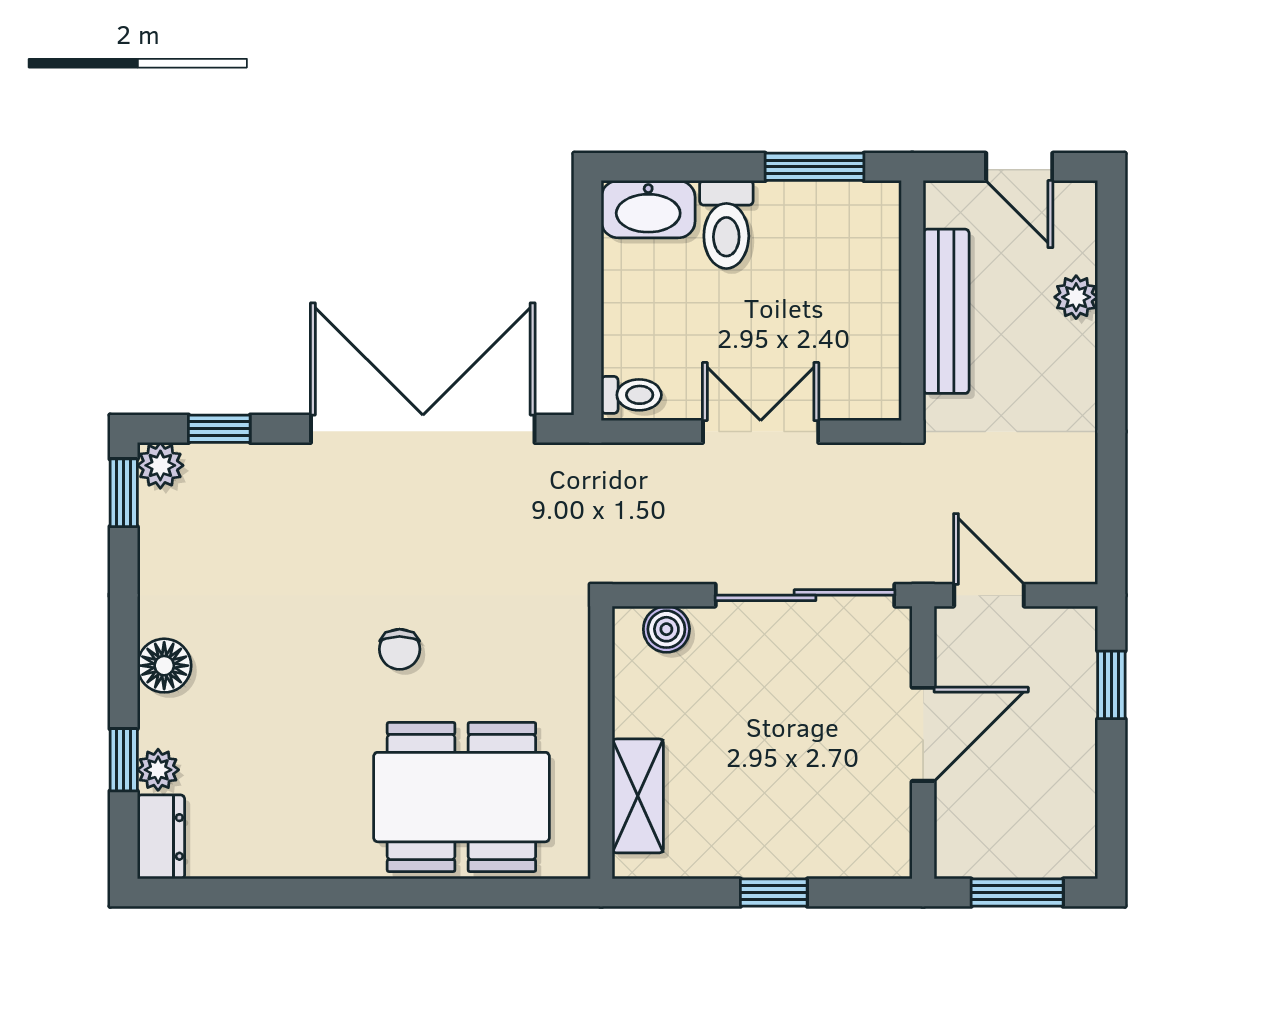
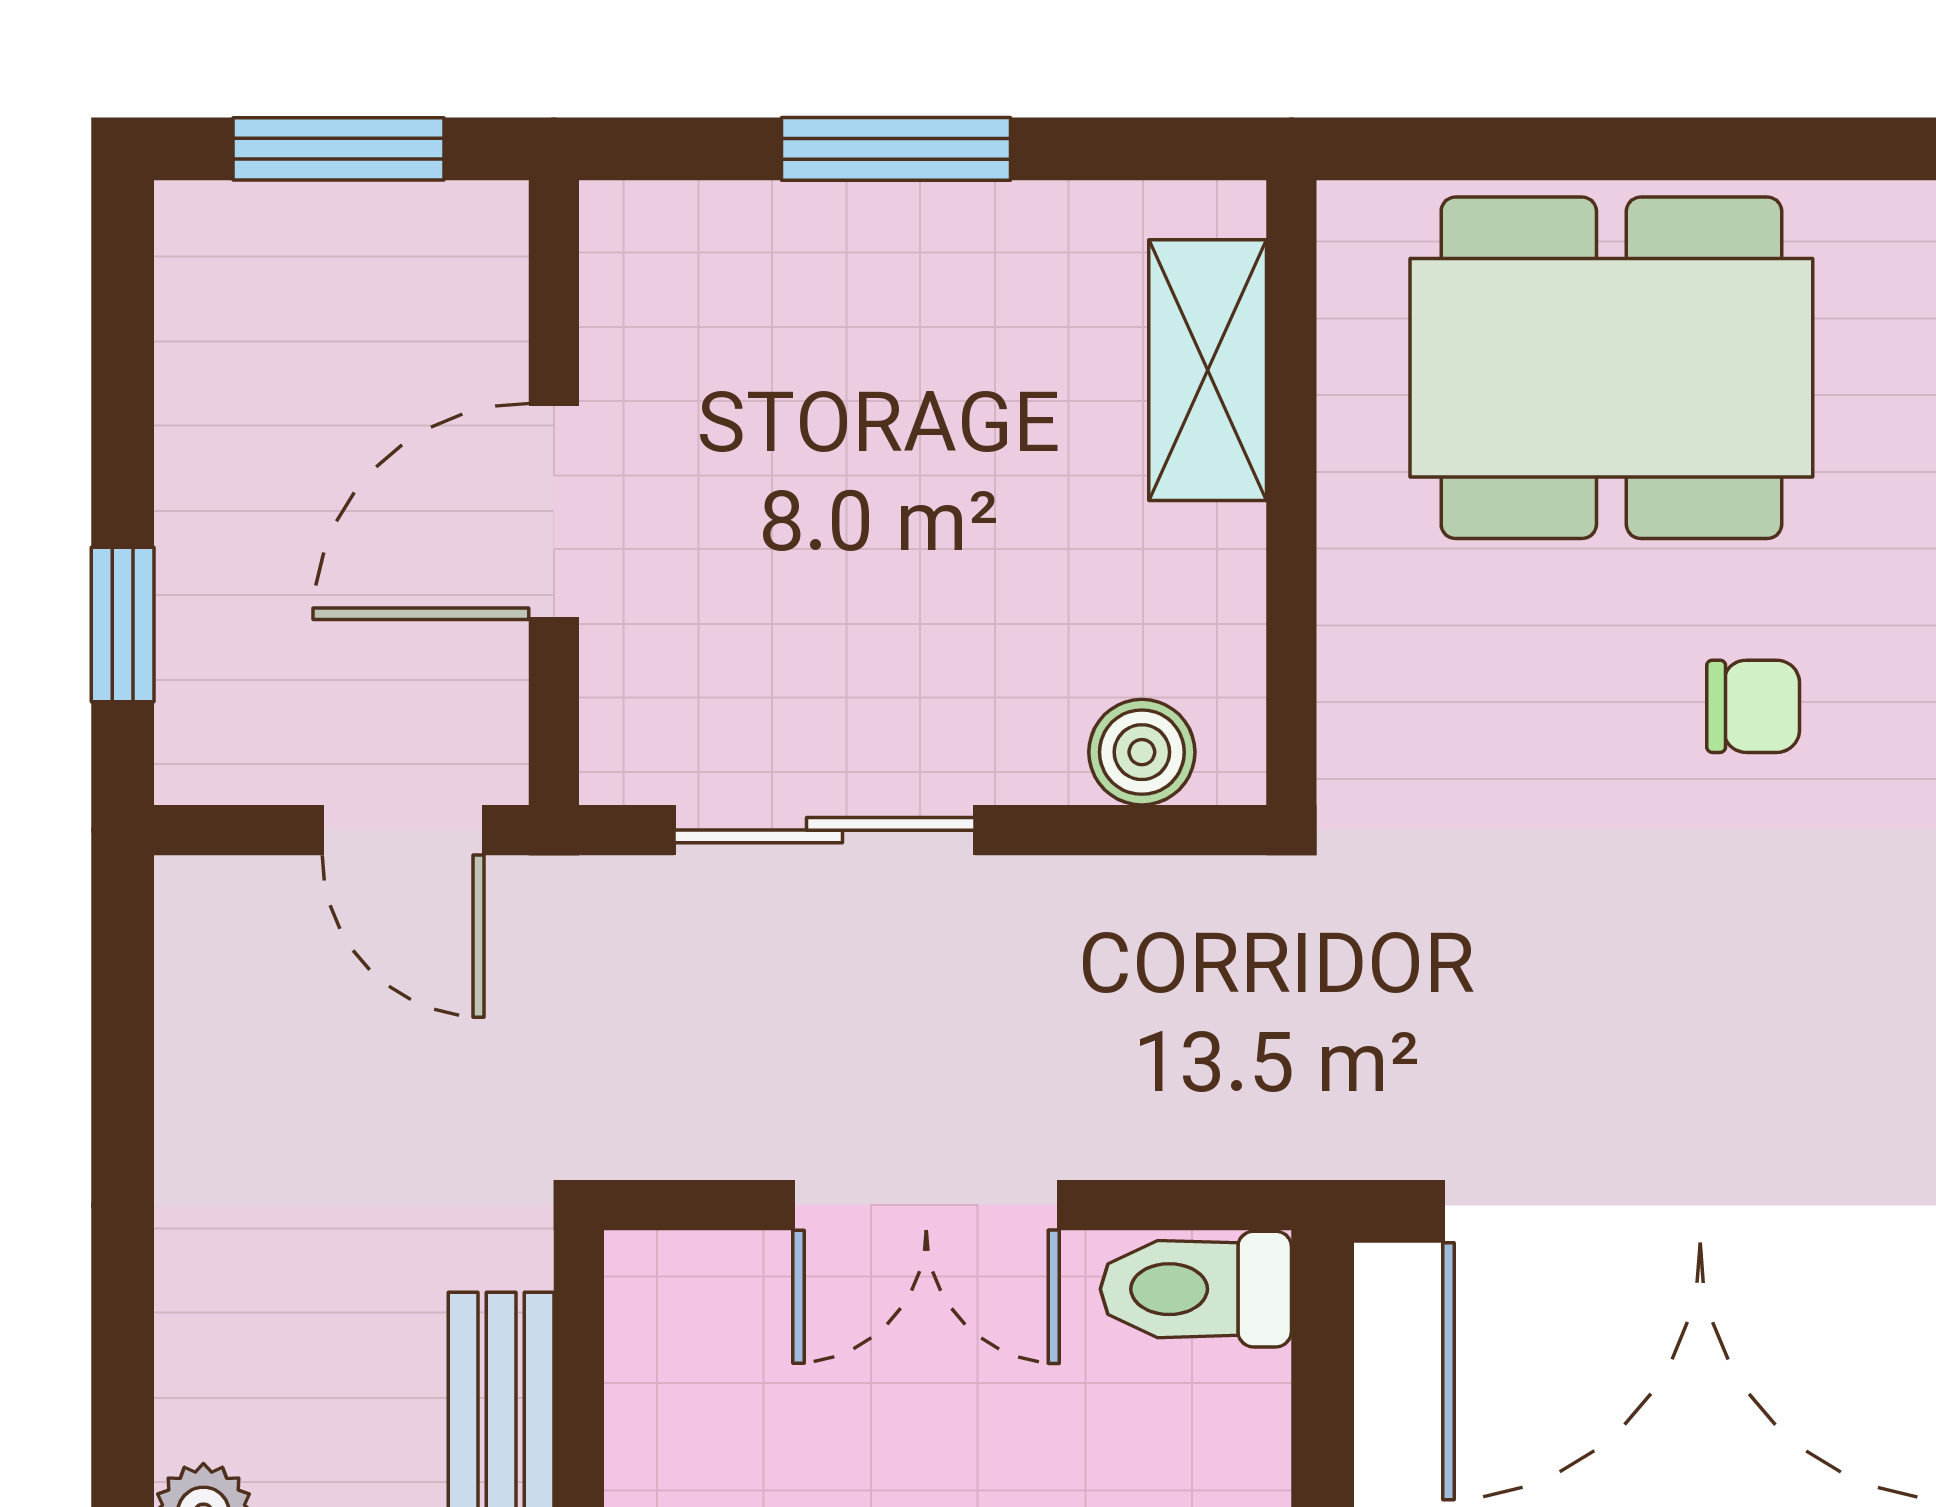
toilet: (631, 395) -> (1196, 1289), width x1.37, depth x1.39
sliding door: (805, 595) -> (825, 830), width x0.73
chair: (400, 649) -> (1753, 706), turned 90
window: (774, 893) -> (896, 149), width x1.50

